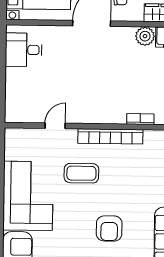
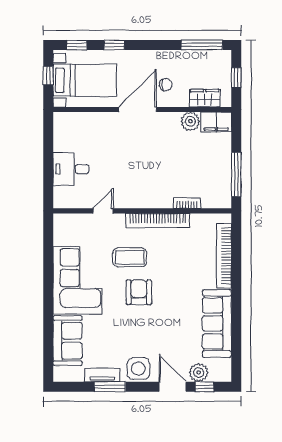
desk: (24, 50) -> (71, 169), moved
armchair: (109, 228) -> (139, 292), moved, turned 180

